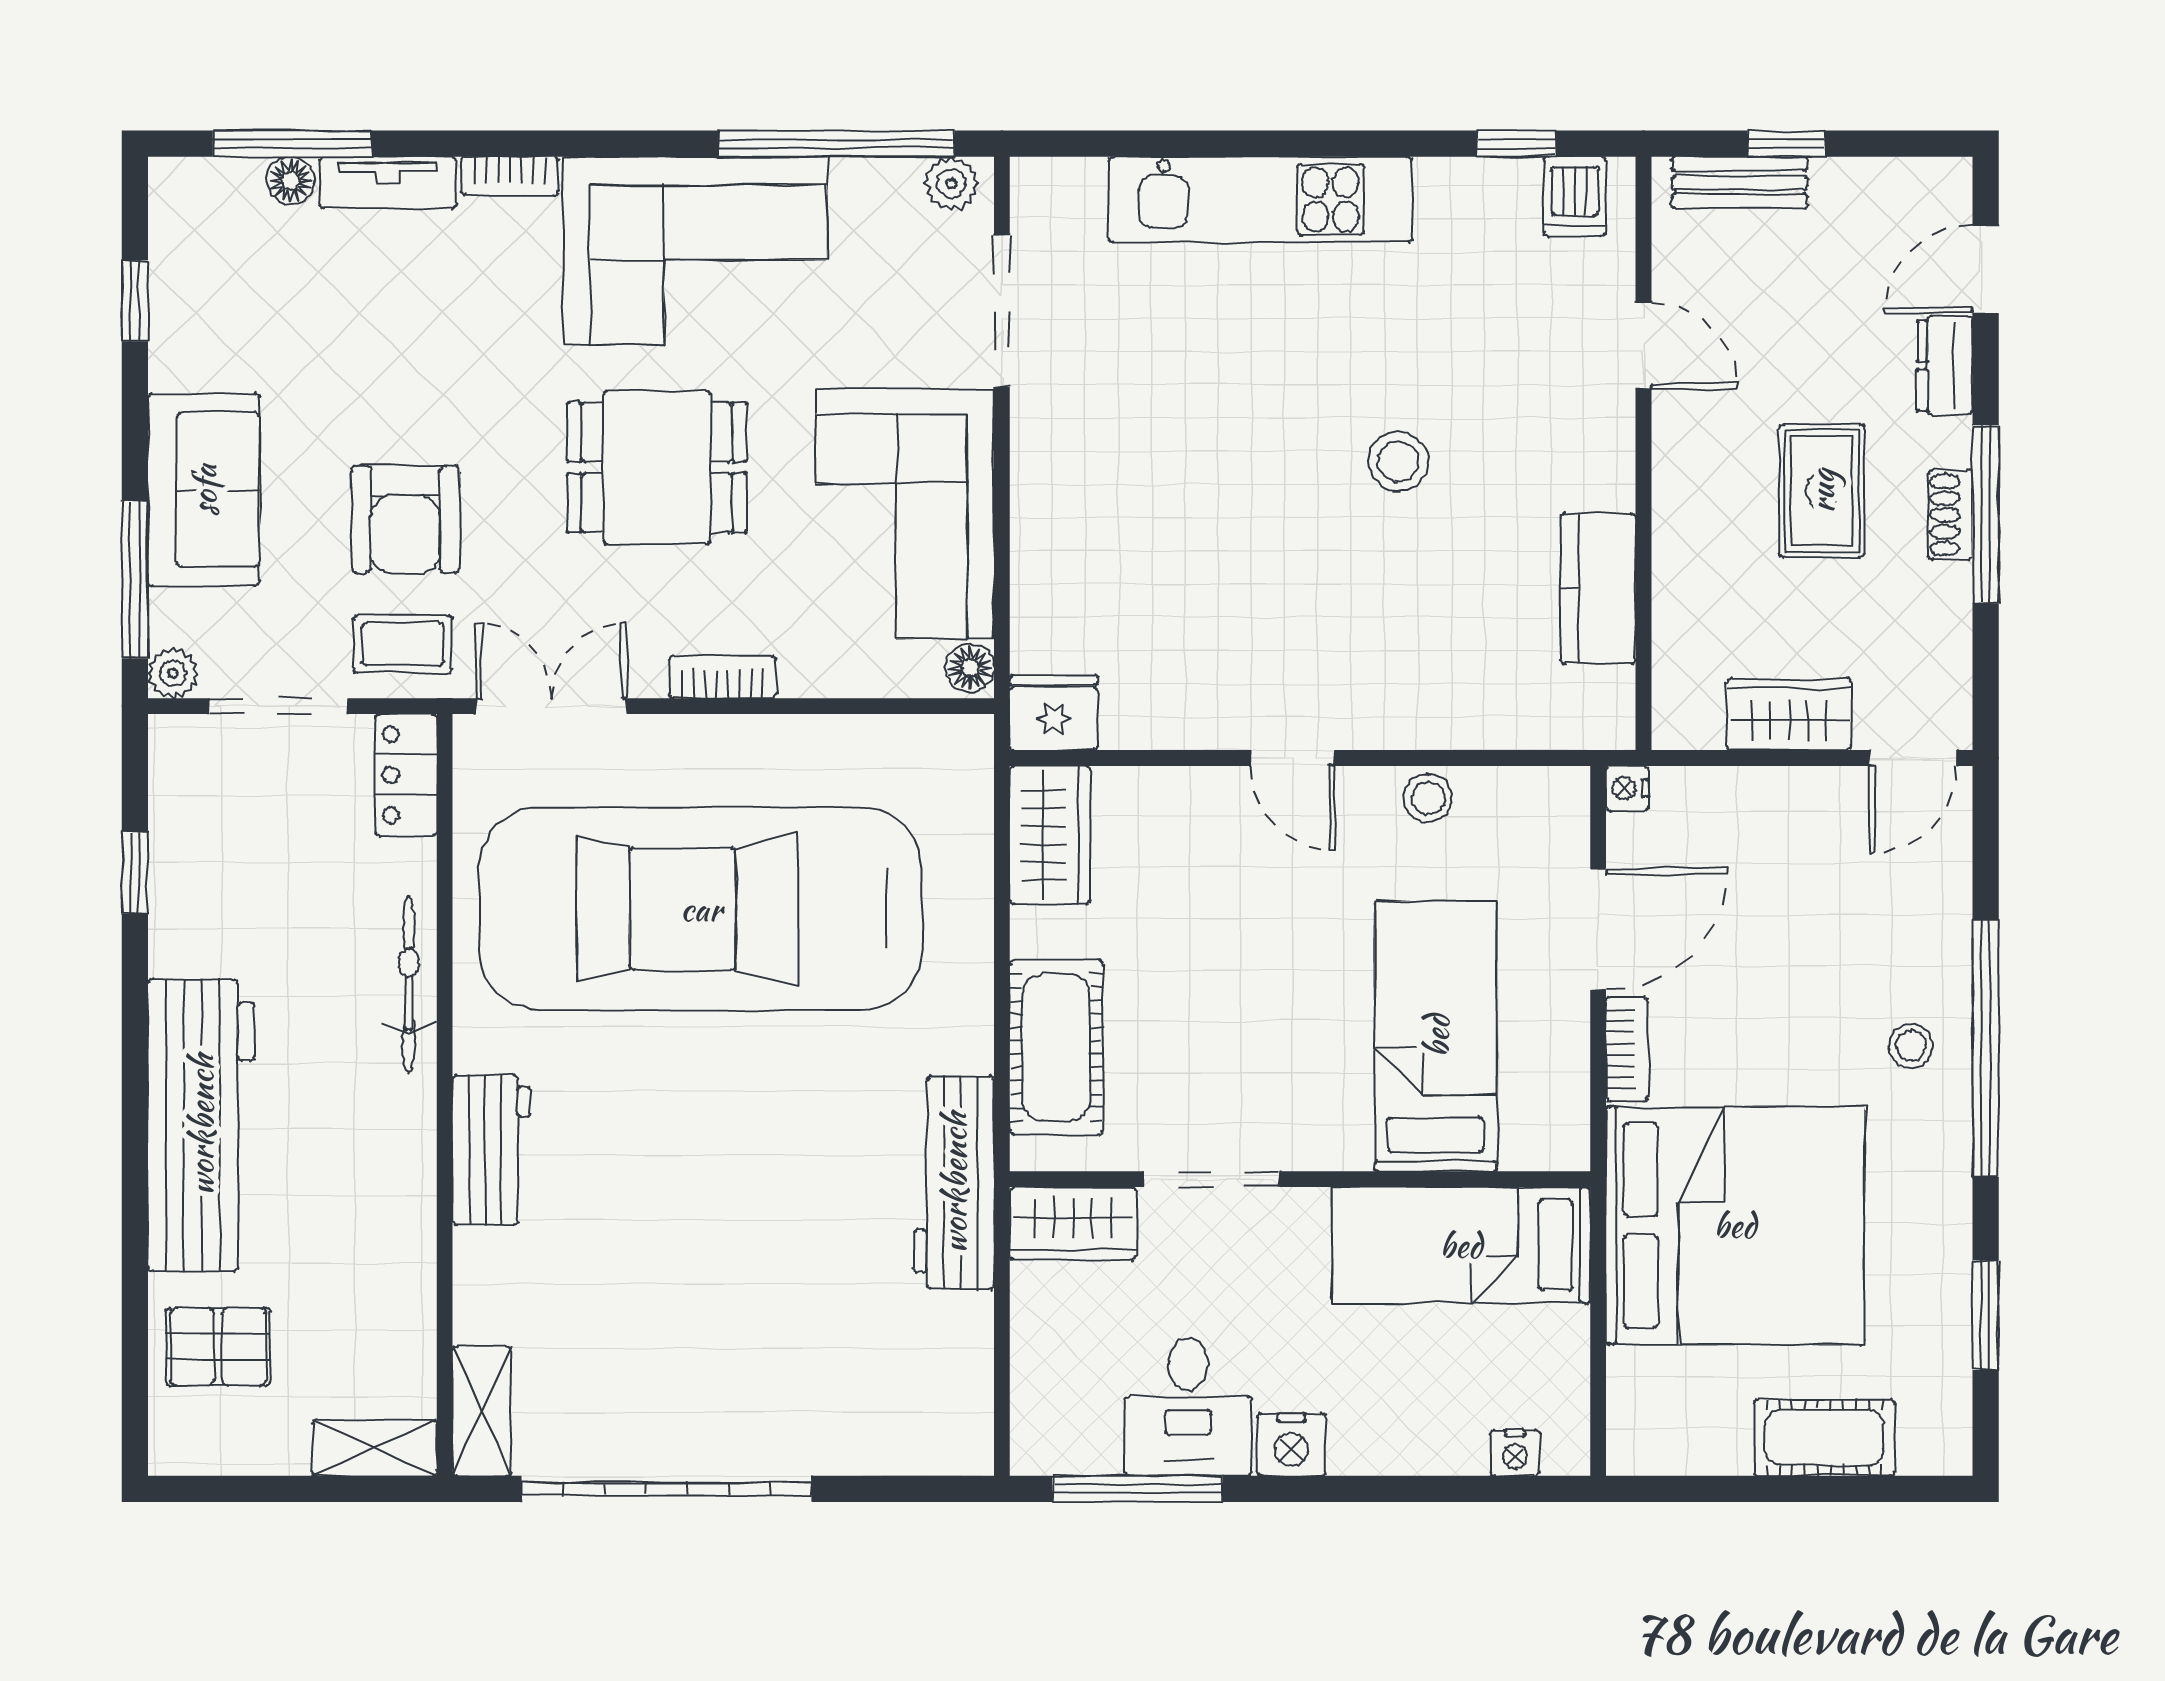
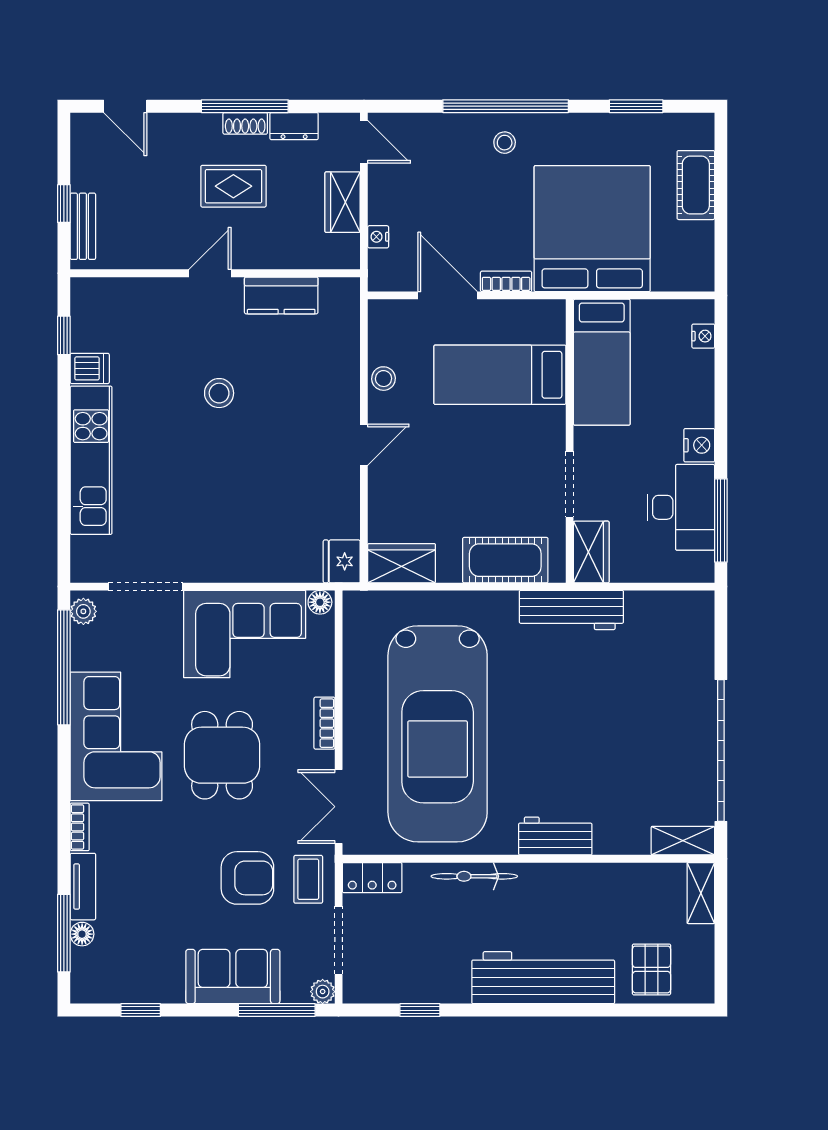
dishwasher: (1575, 197) -> (90, 368), moved
door: (1643, 346) -> (210, 273), moved
dresser: (1945, 366) -> (294, 126), moved
nightstand: (1627, 788) -> (378, 237), moved, turned 90
desk: (1188, 1407) -> (681, 507), width x1.37

